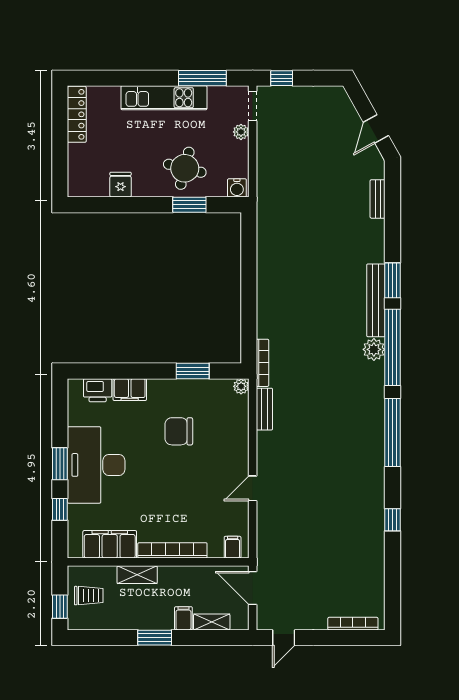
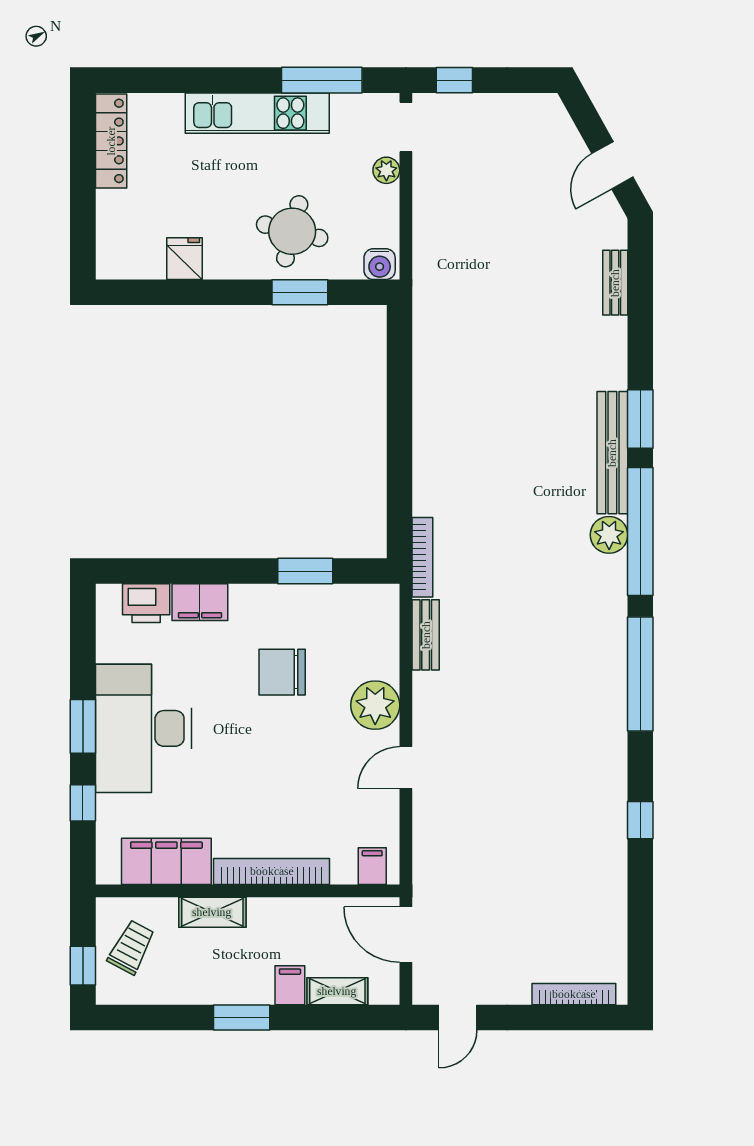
plant: (241, 386) -> (375, 705), moved, width x1.87, depth x1.87
trolley: (89, 596) -> (131, 947), turned -62

